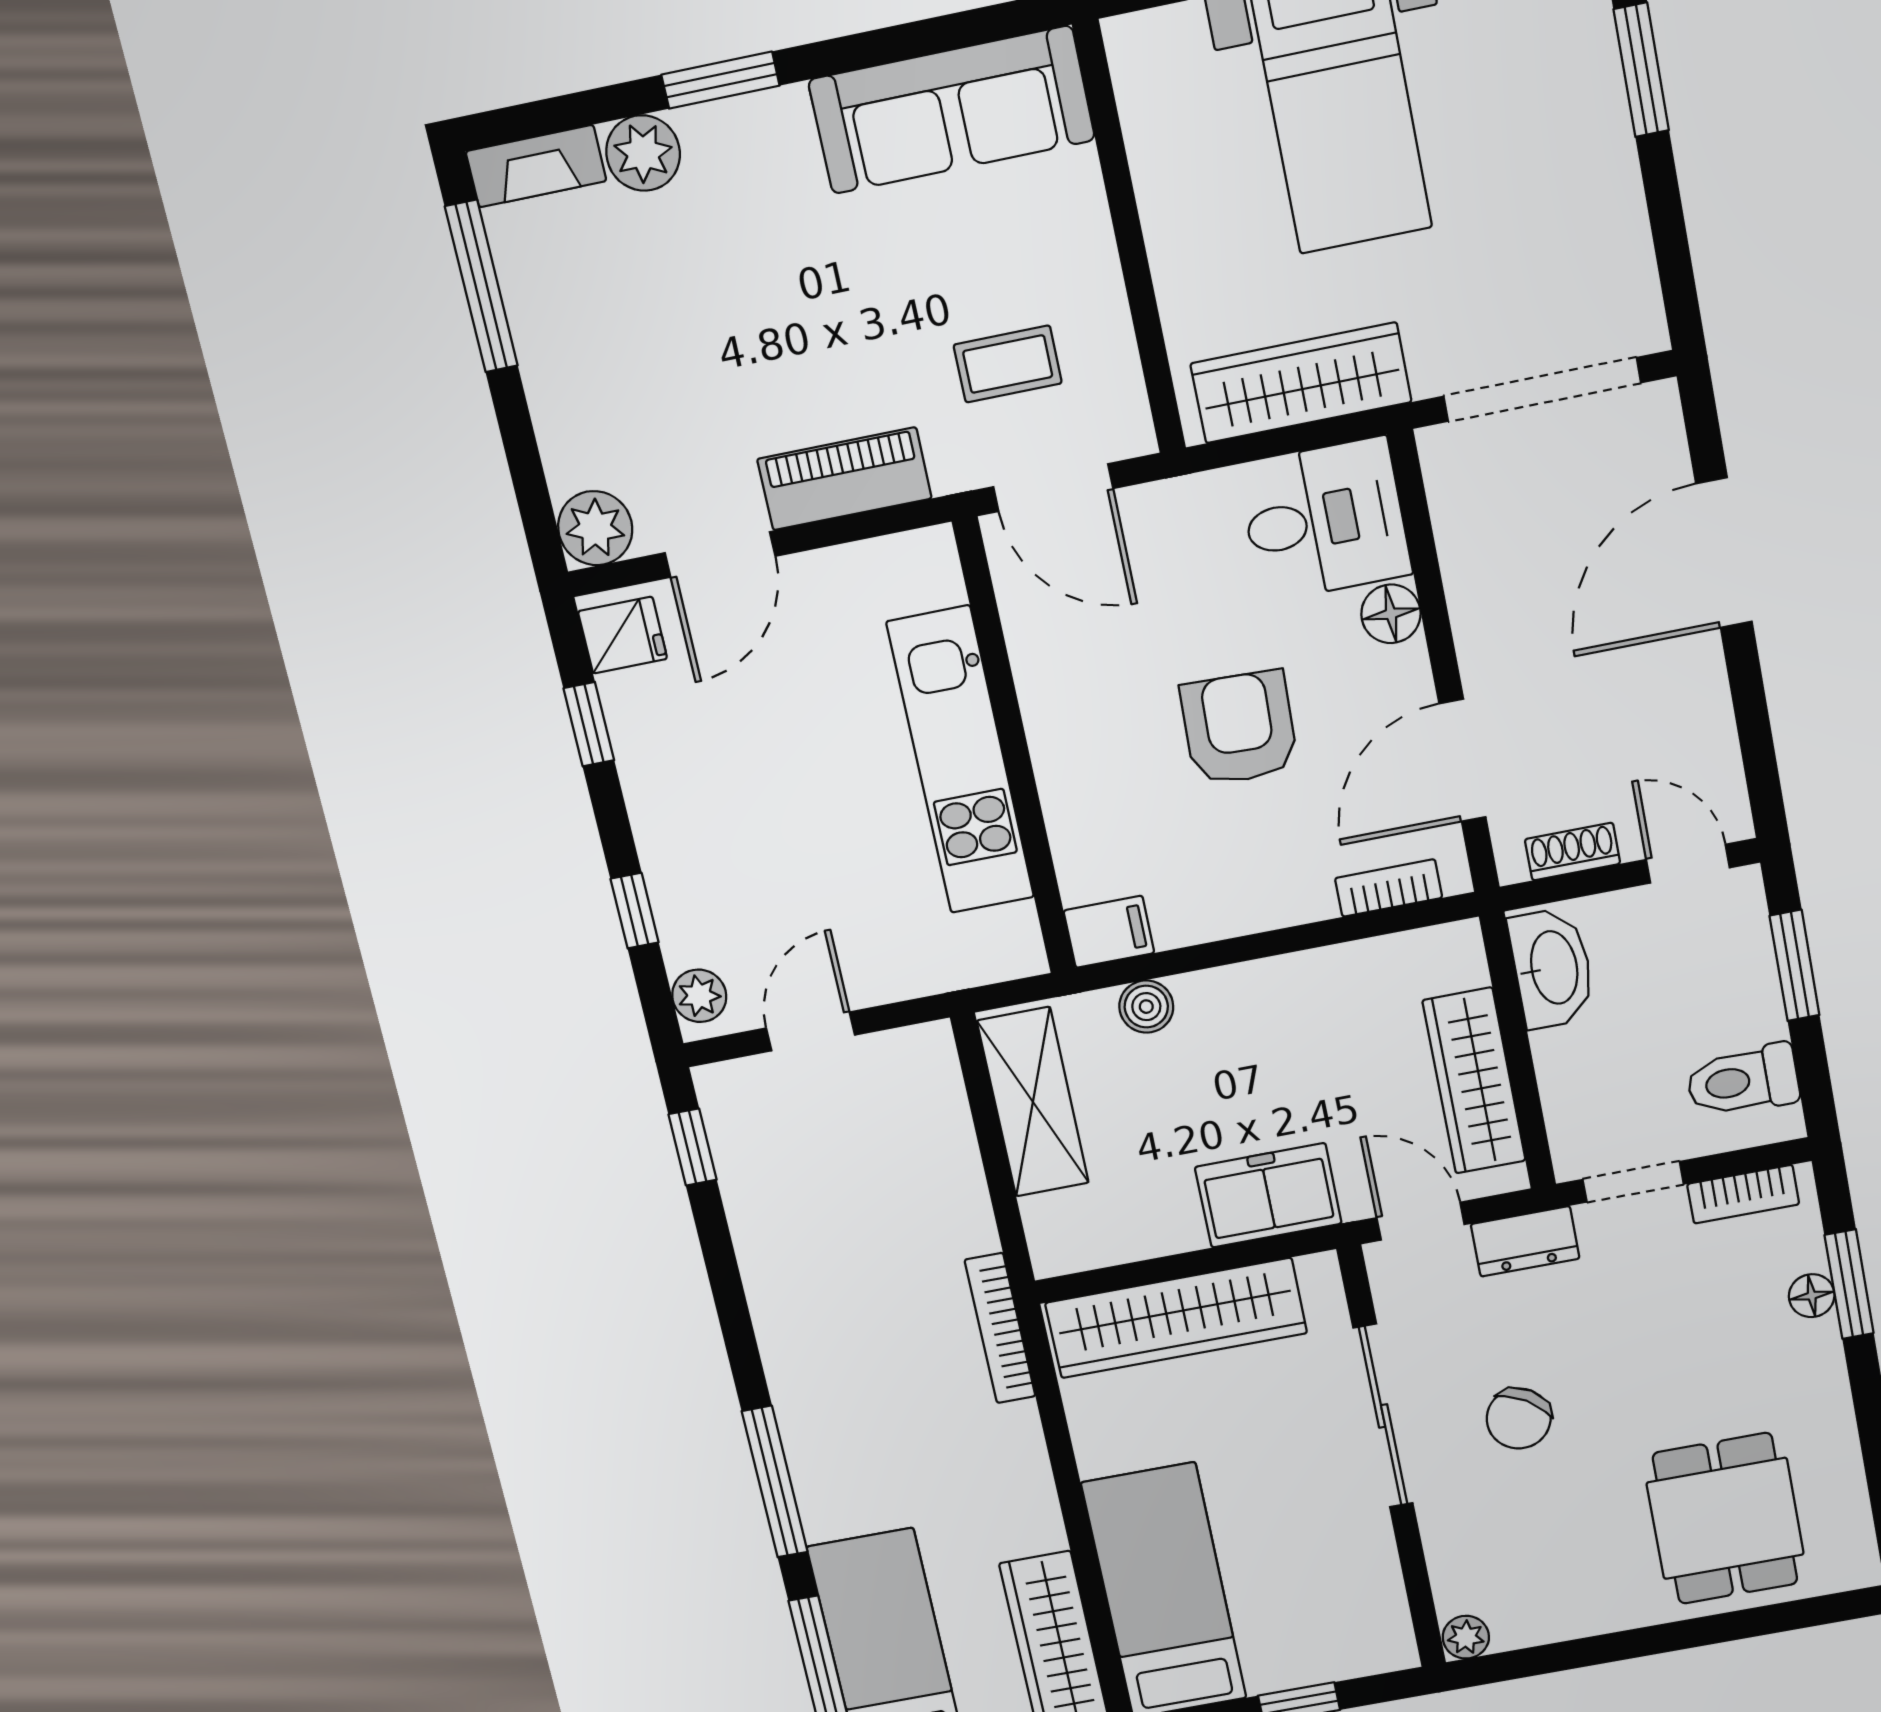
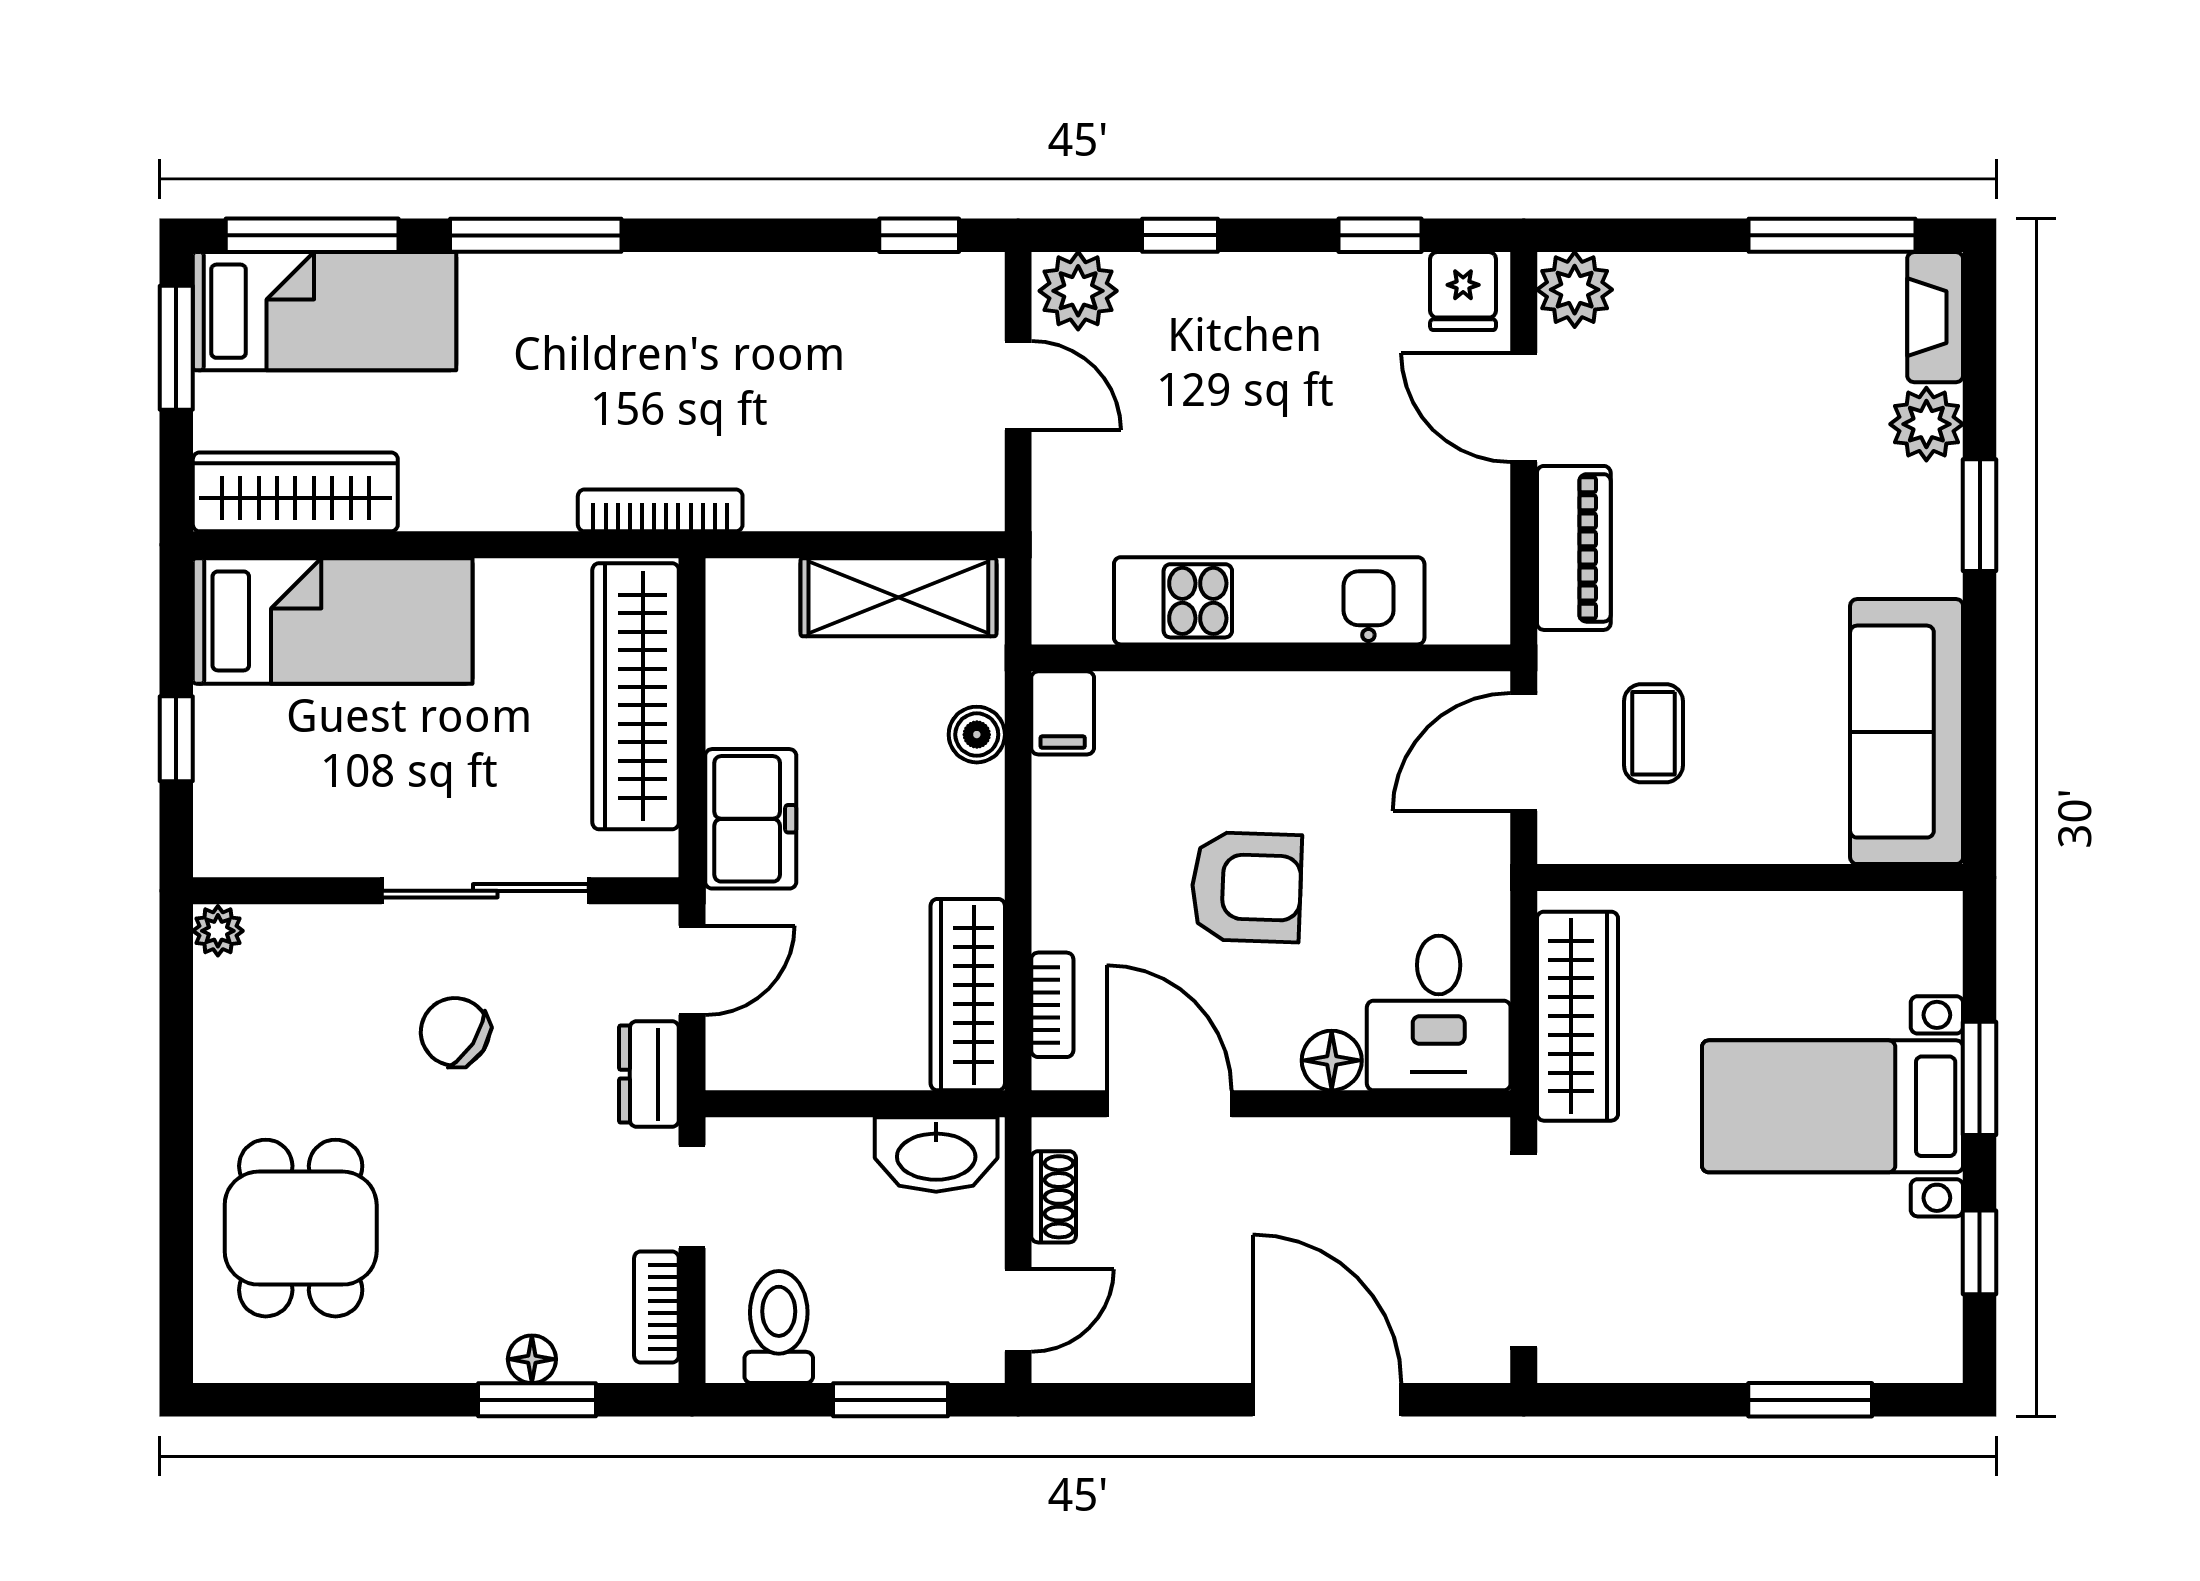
plant: (699, 996) -> (1078, 291), width x1.38, depth x1.38
wardrobe: (1474, 1081) -> (968, 995), moved, turned -90
dining table: (1725, 1518) -> (301, 1228), turned 90

